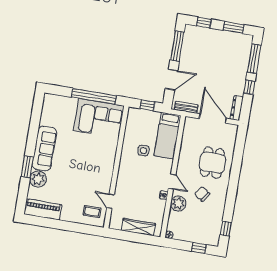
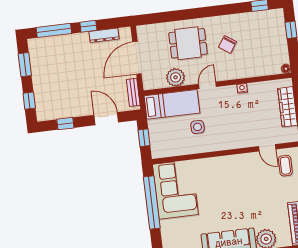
window: (177, 46) -> (65, 124), width x0.46
dresser: (237, 108) -> (104, 35), moved
door: (172, 182) -> (207, 85), moved
door: (111, 201) -> (267, 148), hinge flipped
plant: (178, 204) -> (176, 77), moved

